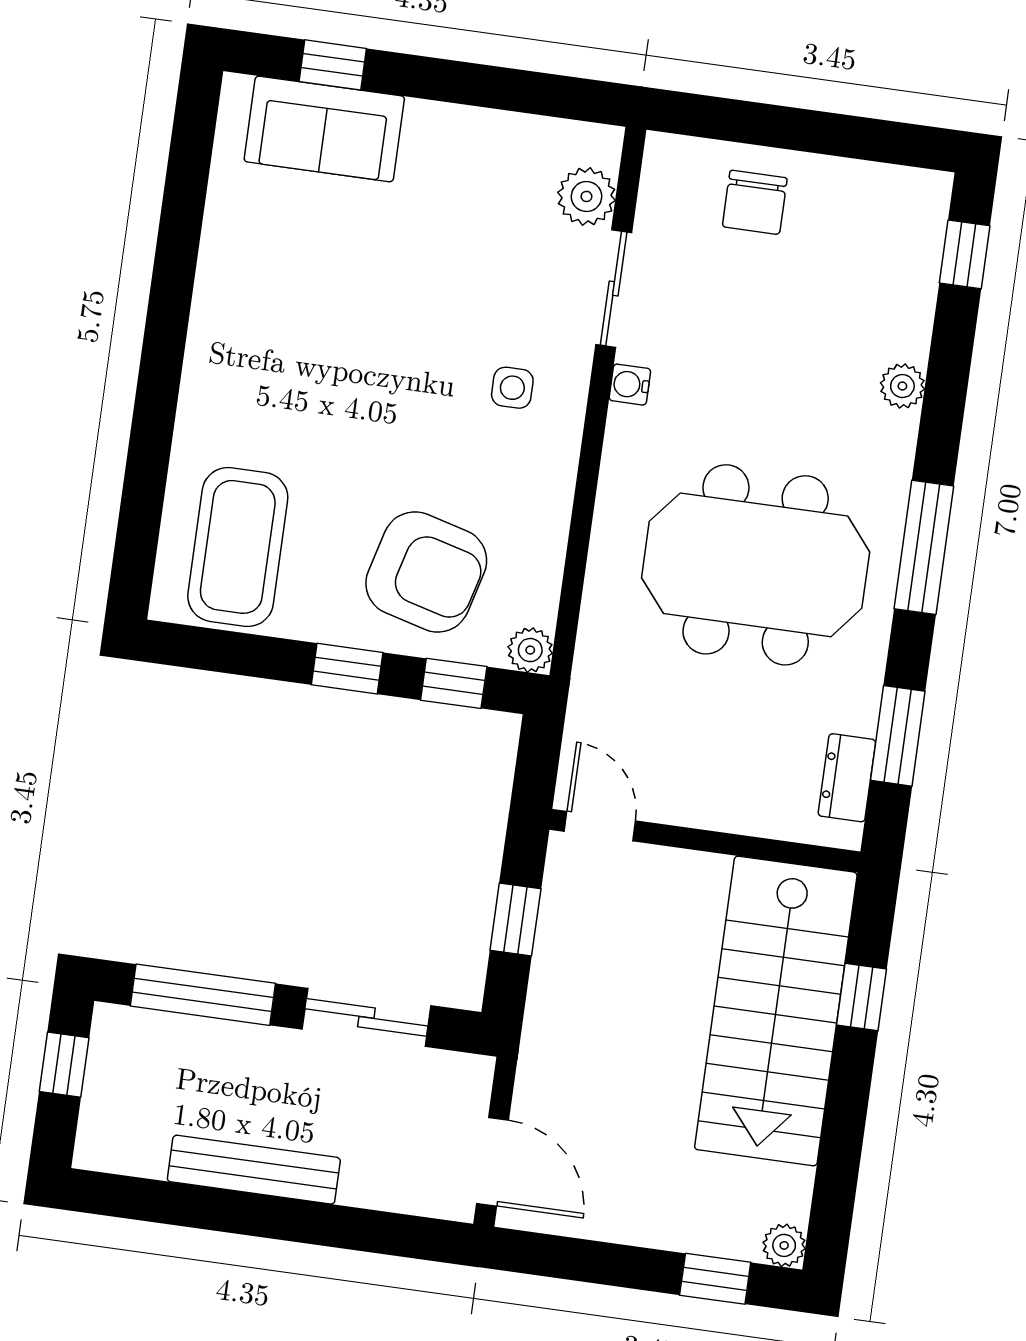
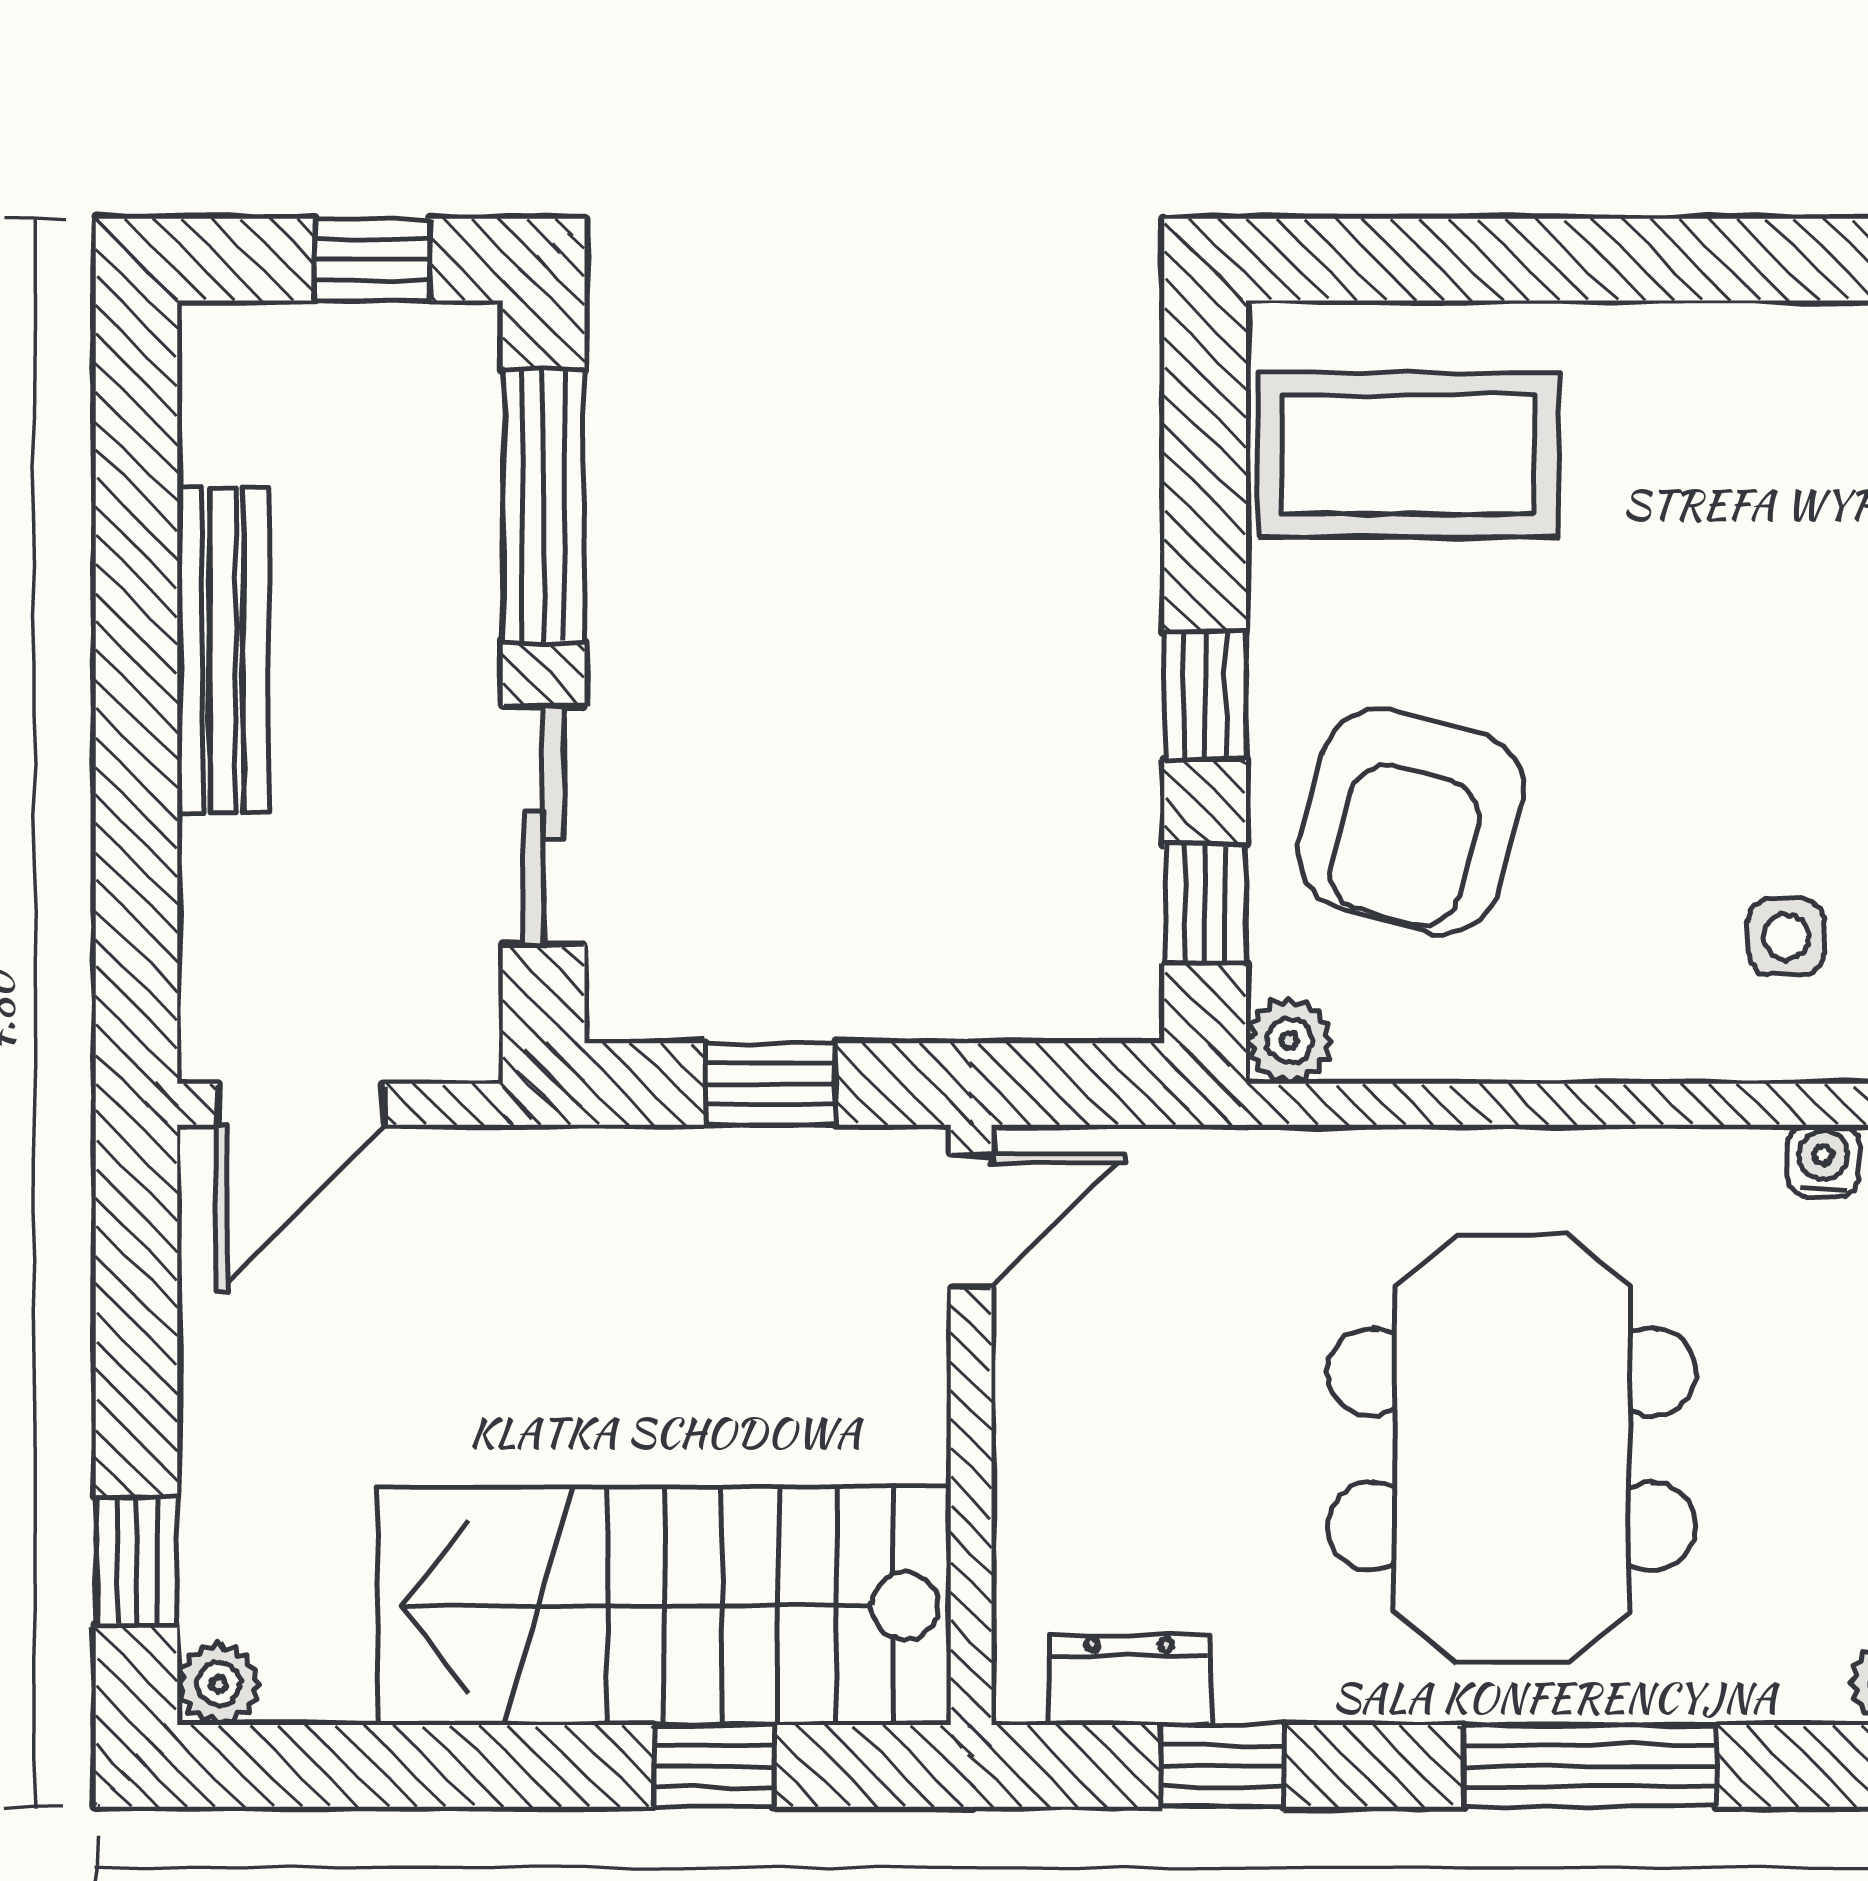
window: (898, 736) -> (1223, 1766), width x0.67

